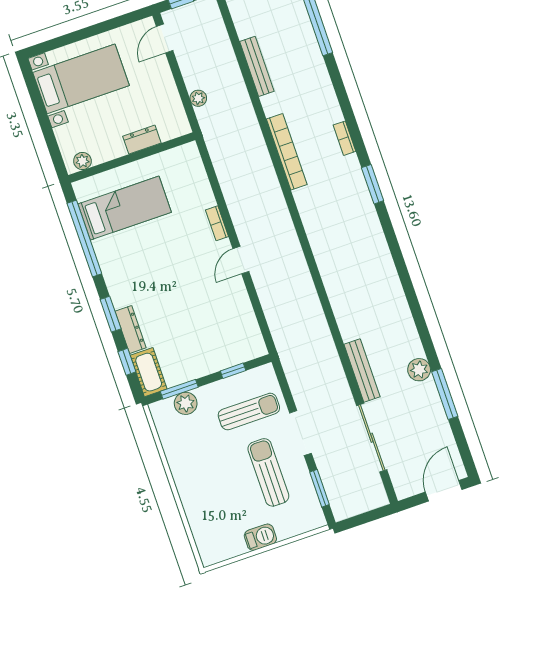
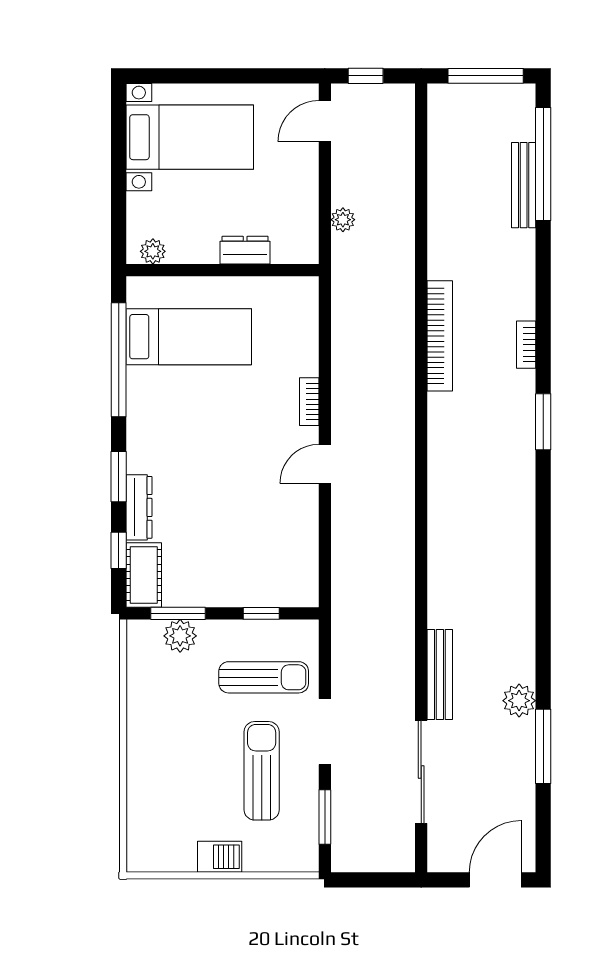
bench: (257, 66) -> (524, 185), moved

